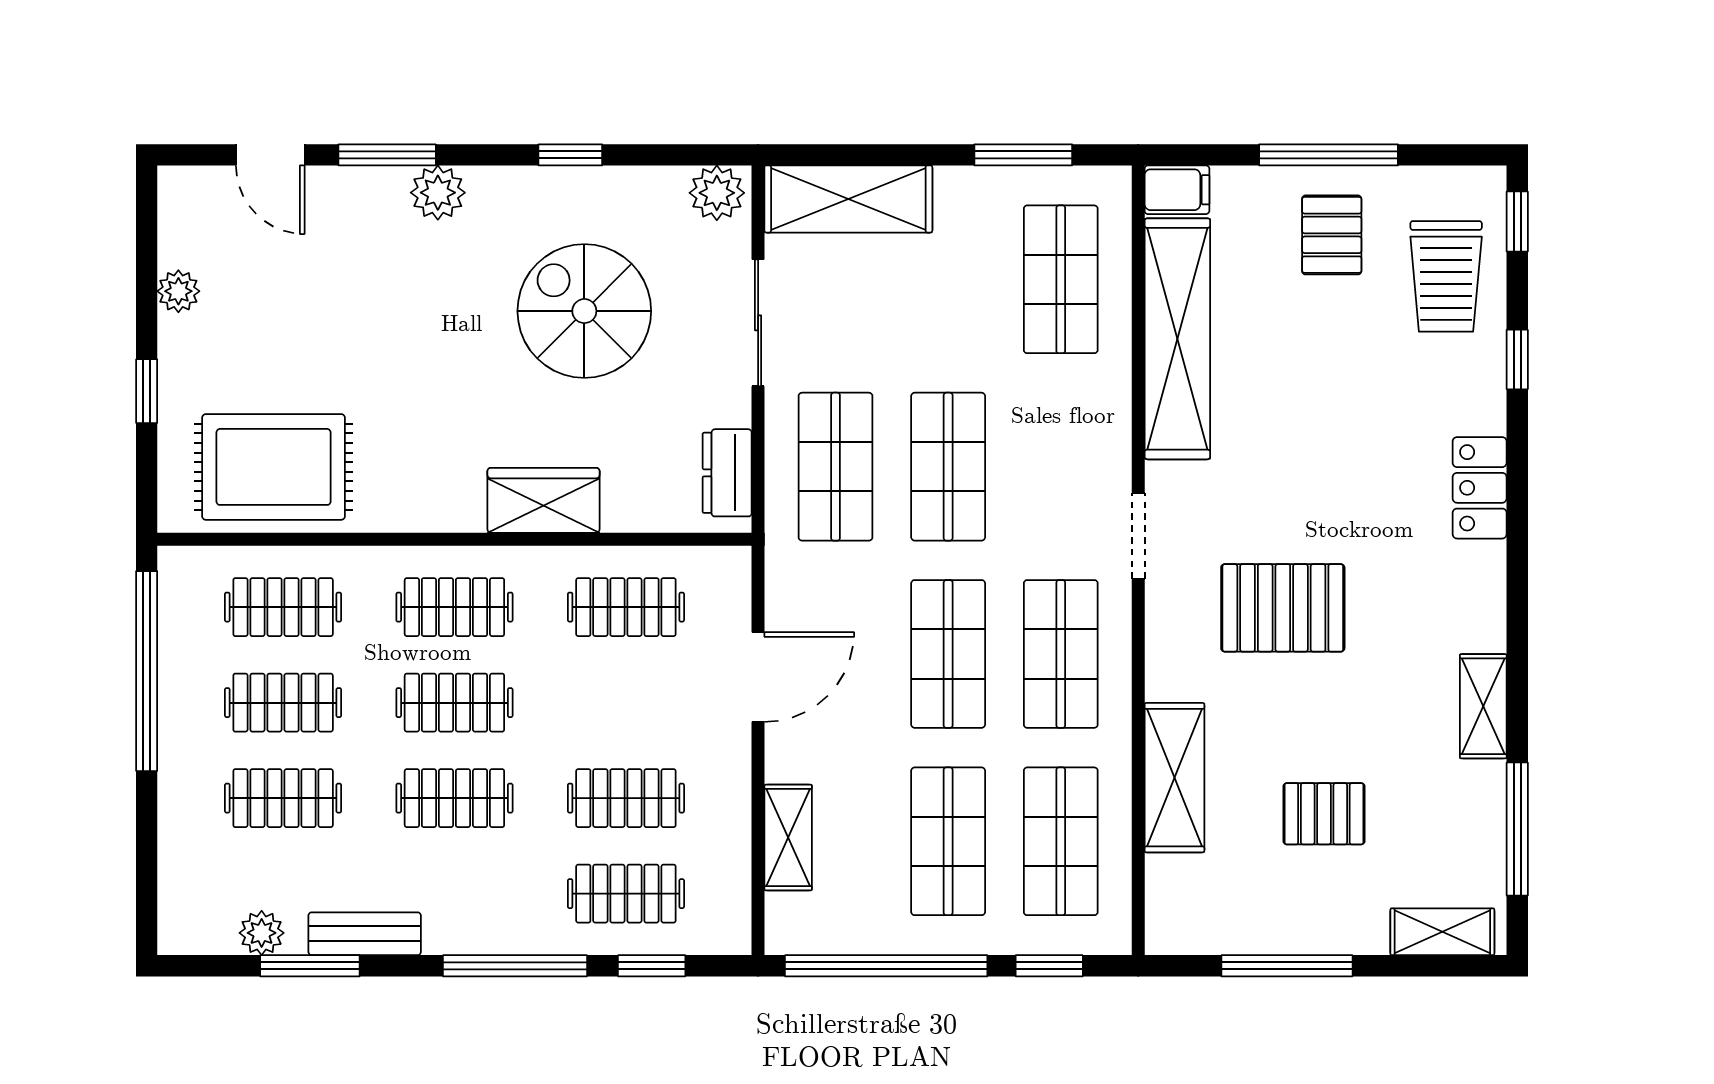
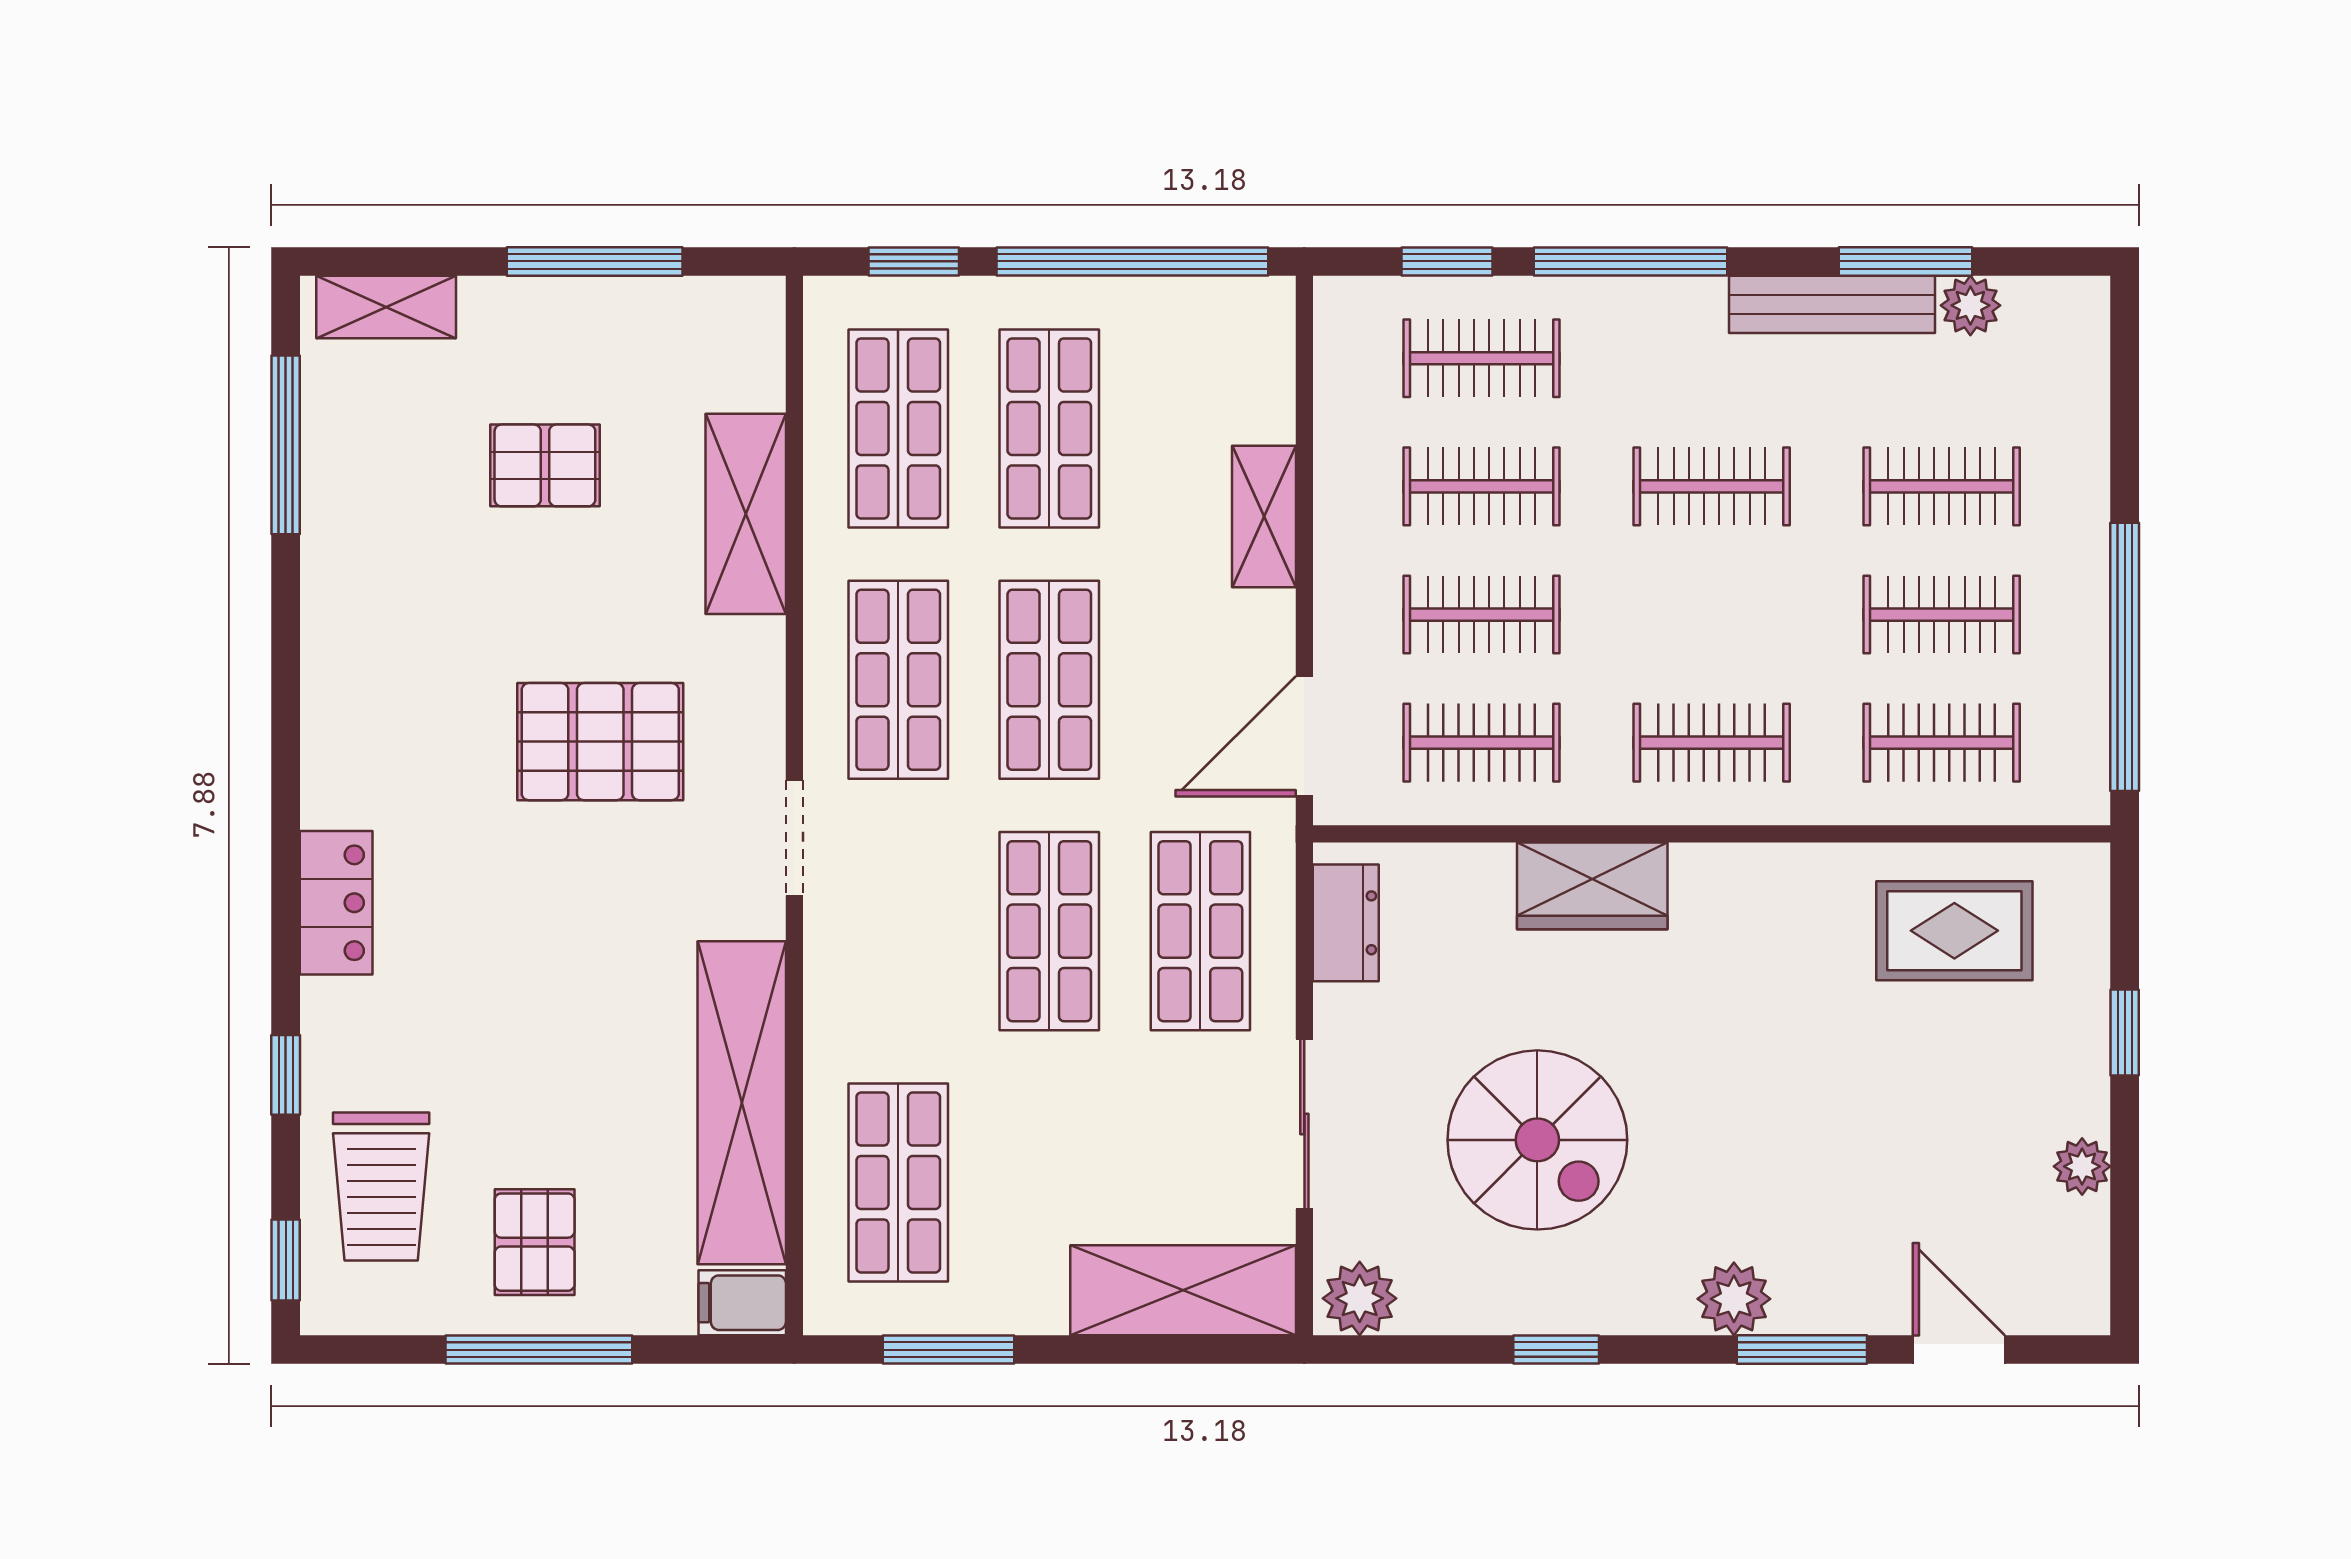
trolley: (1446, 276) -> (381, 1186), turned 180
rug: (274, 467) -> (1954, 931), width x0.73, depth x0.70
door: (758, 677) -> (1304, 736), moved
clothes rail: (454, 703) -> (1482, 615), moved
shelving: (1483, 706) -> (331, 610), removed
shelving: (788, 838) -> (1264, 516), moved
bench: (365, 934) -> (1832, 304), width x1.36

